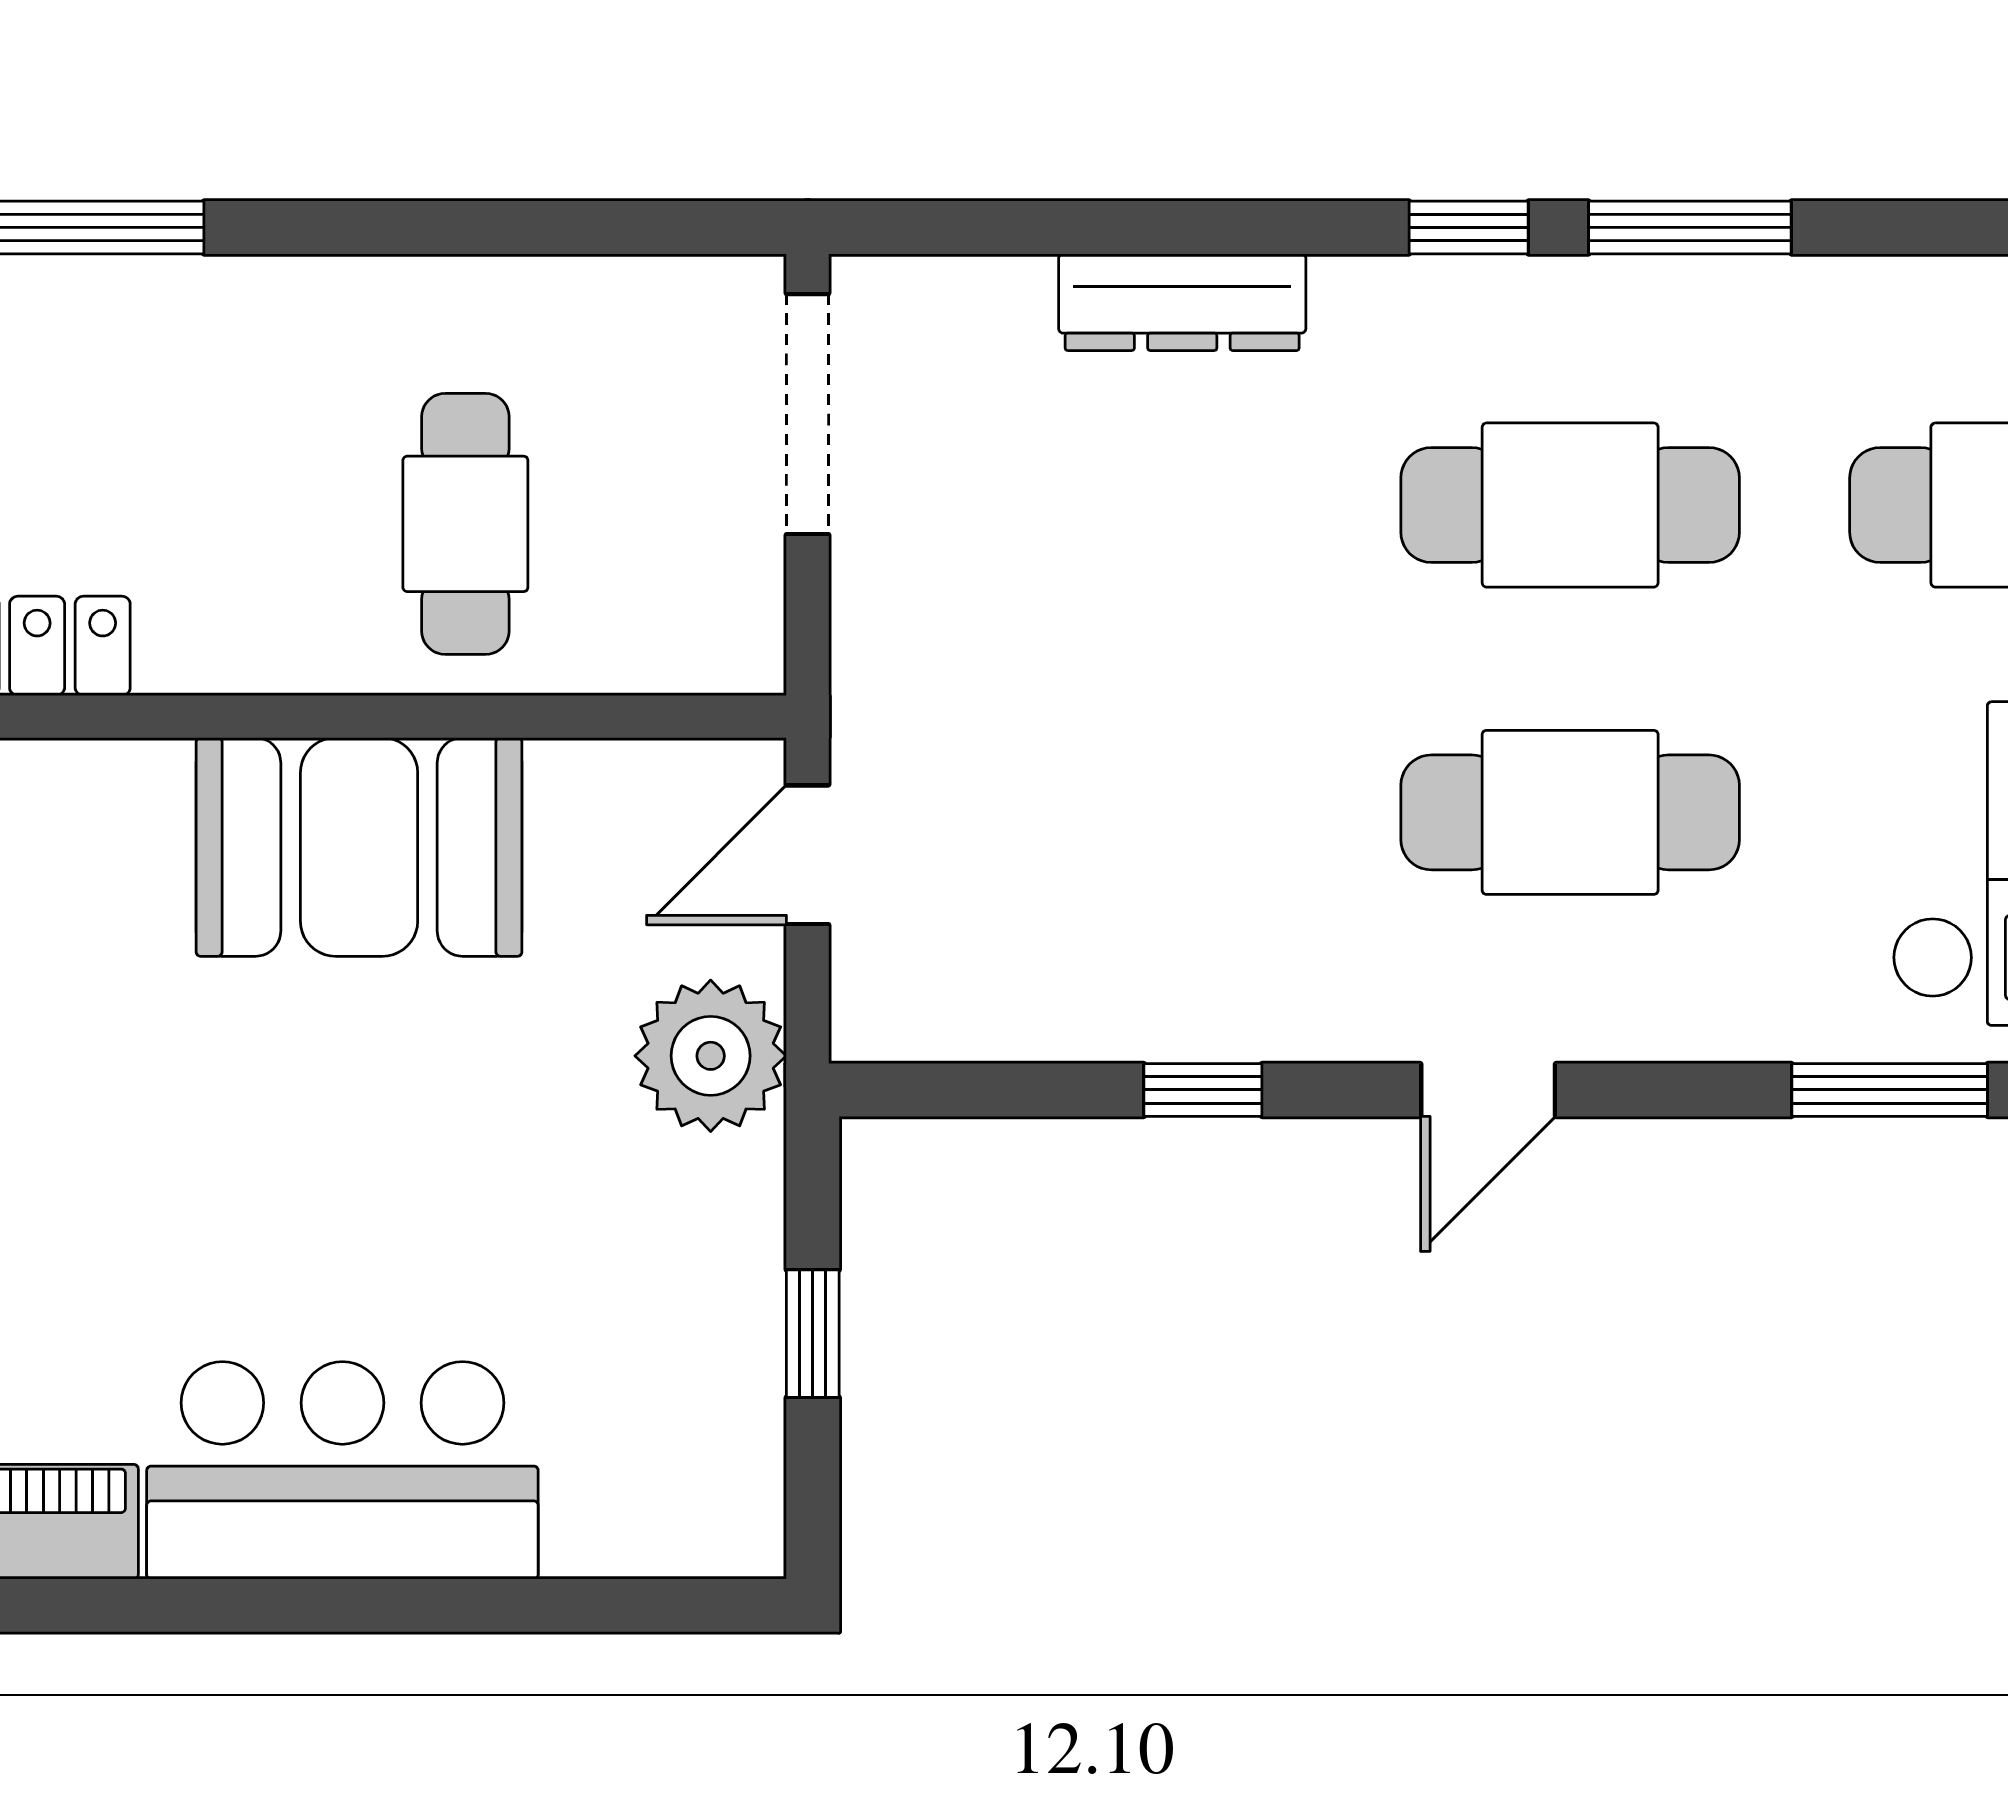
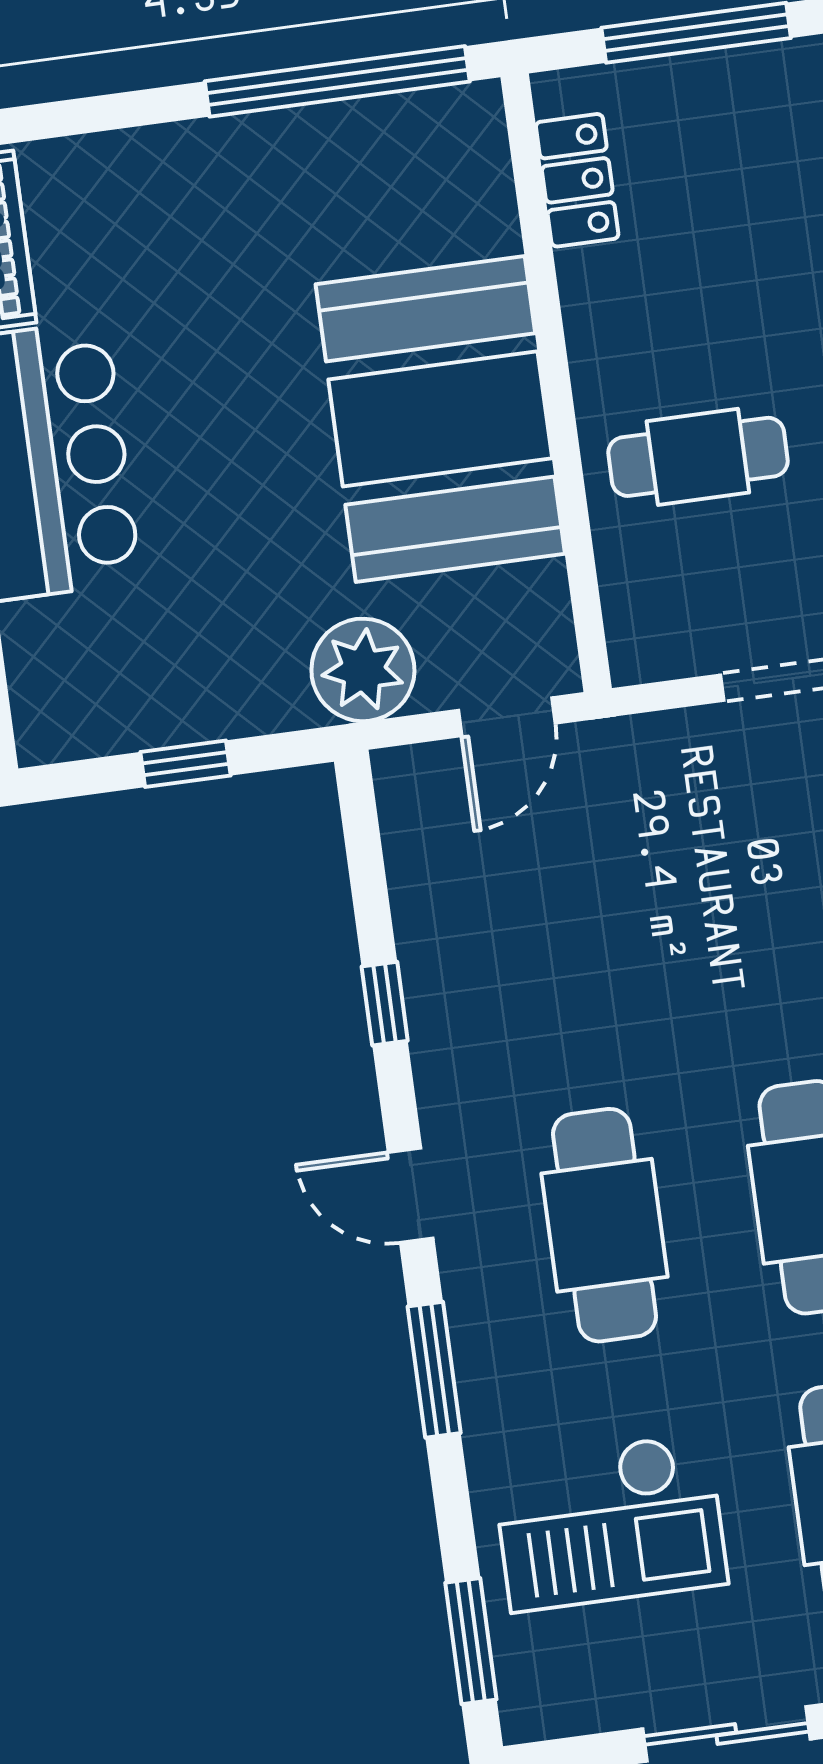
booth: (359, 847) -> (440, 419), width x1.36, depth x1.42
door: (808, 855) -> (507, 717), swing flipped
window: (1890, 1090) -> (434, 1370), moved

